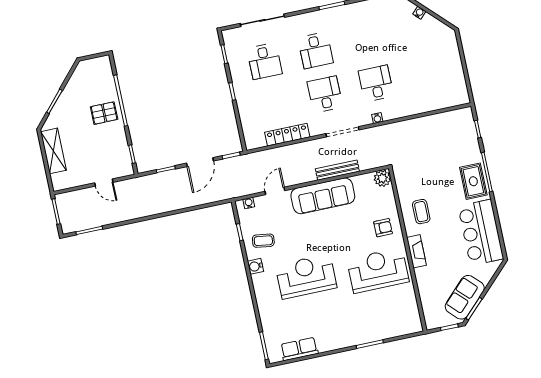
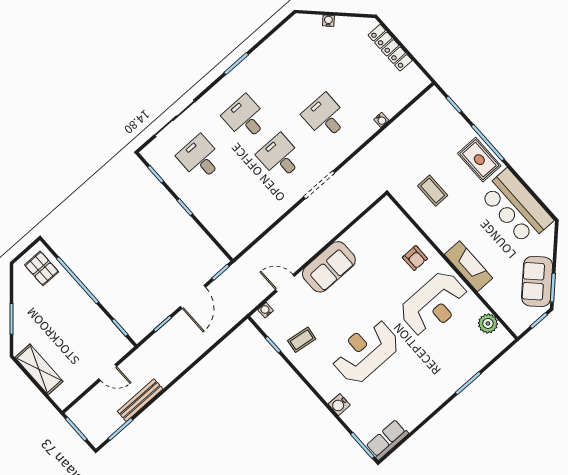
desk: (316, 50) -> (245, 118), turned 180
desk: (264, 61) -> (200, 158), turned 180
pallet: (104, 113) -> (42, 268), moved, turned 90
water cooler: (377, 118) -> (381, 120), moved
locker: (287, 135) -> (390, 48), moved, turned -90
bench: (337, 170) -> (140, 400), moved
plant: (382, 178) -> (488, 323), moved
door: (275, 191) -> (285, 283), hinge flipped
sofa: (323, 196) -> (329, 267), width x0.73
coffee table: (421, 212) -> (433, 191), moved
armchair: (383, 228) -> (415, 258), turned 90
fireplace: (416, 251) -> (469, 266), width x1.37, depth x1.32
water cooler: (255, 266) -> (339, 405), moved
reception desk: (378, 270) -> (434, 304), turned 180
row of seats: (299, 349) -> (387, 440), moved

